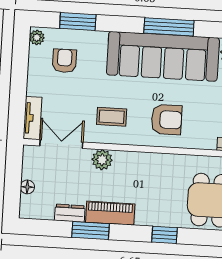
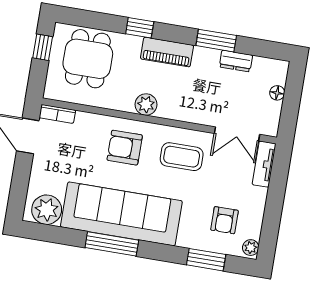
coffee table: (112, 117) -> (182, 157), width x1.36, depth x1.30
plant: (102, 160) -> (146, 104), moved
piano: (110, 213) -> (167, 52), moved

